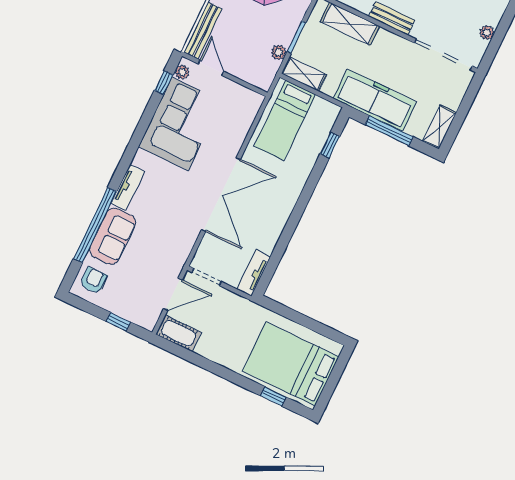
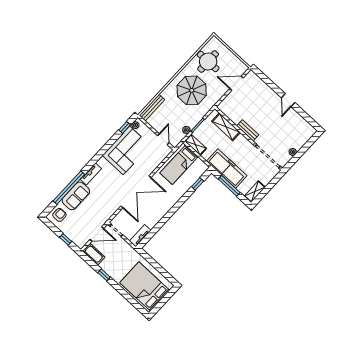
door: (211, 68) -> (163, 139), moved
window: (273, 396) -> (104, 275), moved

